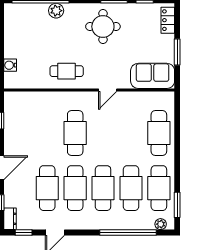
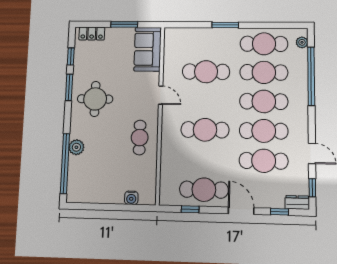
cafe table: (19, 133) -> (204, 190), added
cafe table: (159, 133) -> (206, 72), moved
window: (177, 205) -> (225, 25), moved

